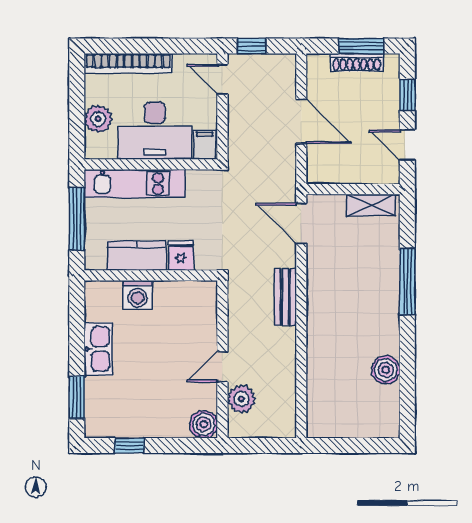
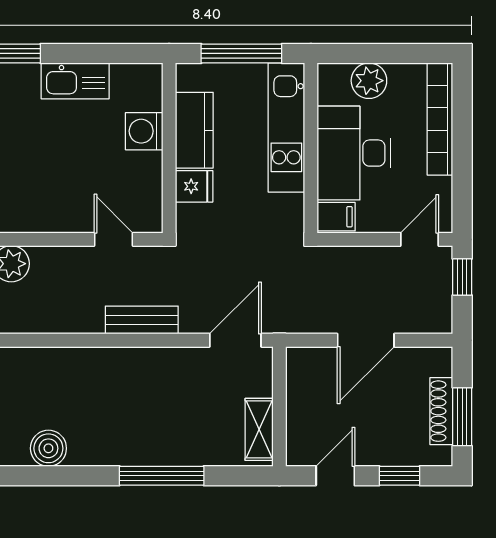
door: (222, 367) -> (114, 239), moved

